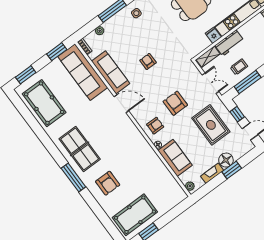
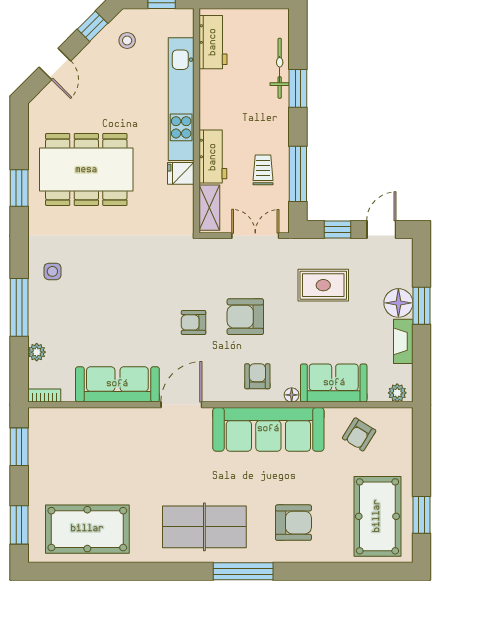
armchair: (148, 61) -> (193, 322), moved
sofa: (83, 72) -> (268, 429), moved
rug: (211, 125) -> (323, 285), width x0.73, depth x0.70
armchair: (162, 183) -> (359, 434), added

